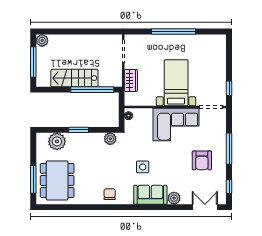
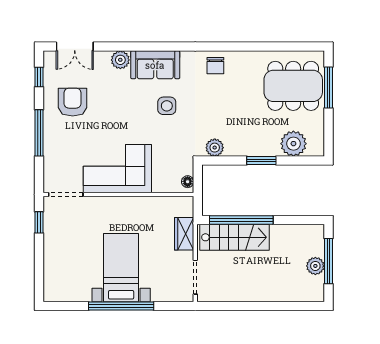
plant: (42, 40) -> (315, 266), moved
stairs: (74, 78) -> (234, 237), moved
bed with nightstands: (176, 83) -> (121, 268), moved, turned 180
armchair: (202, 160) -> (73, 102), moved
dining table: (57, 180) -> (293, 86), turned 90

